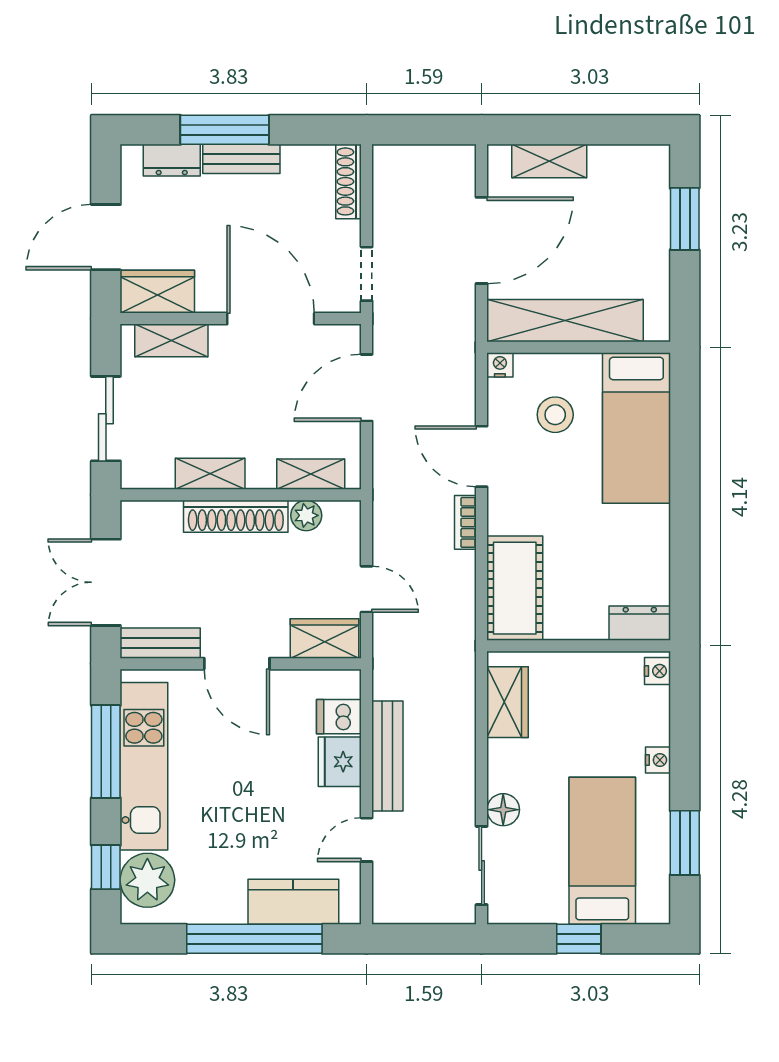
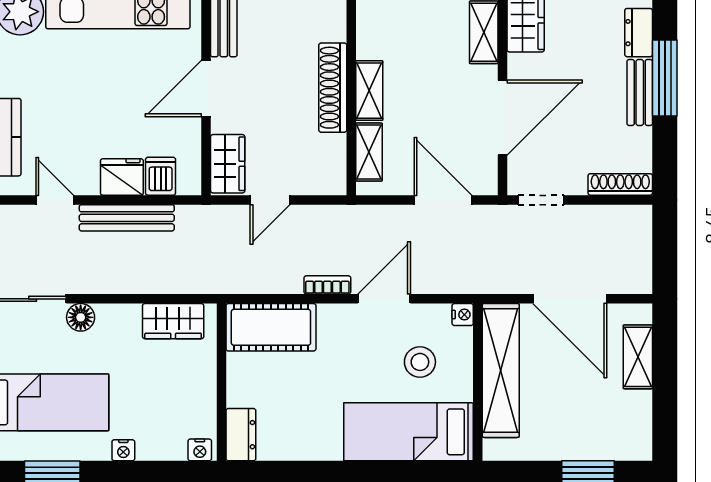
shelving: (210, 474) -> (369, 91), moved
plant: (306, 515) -> (333, 148), removed

